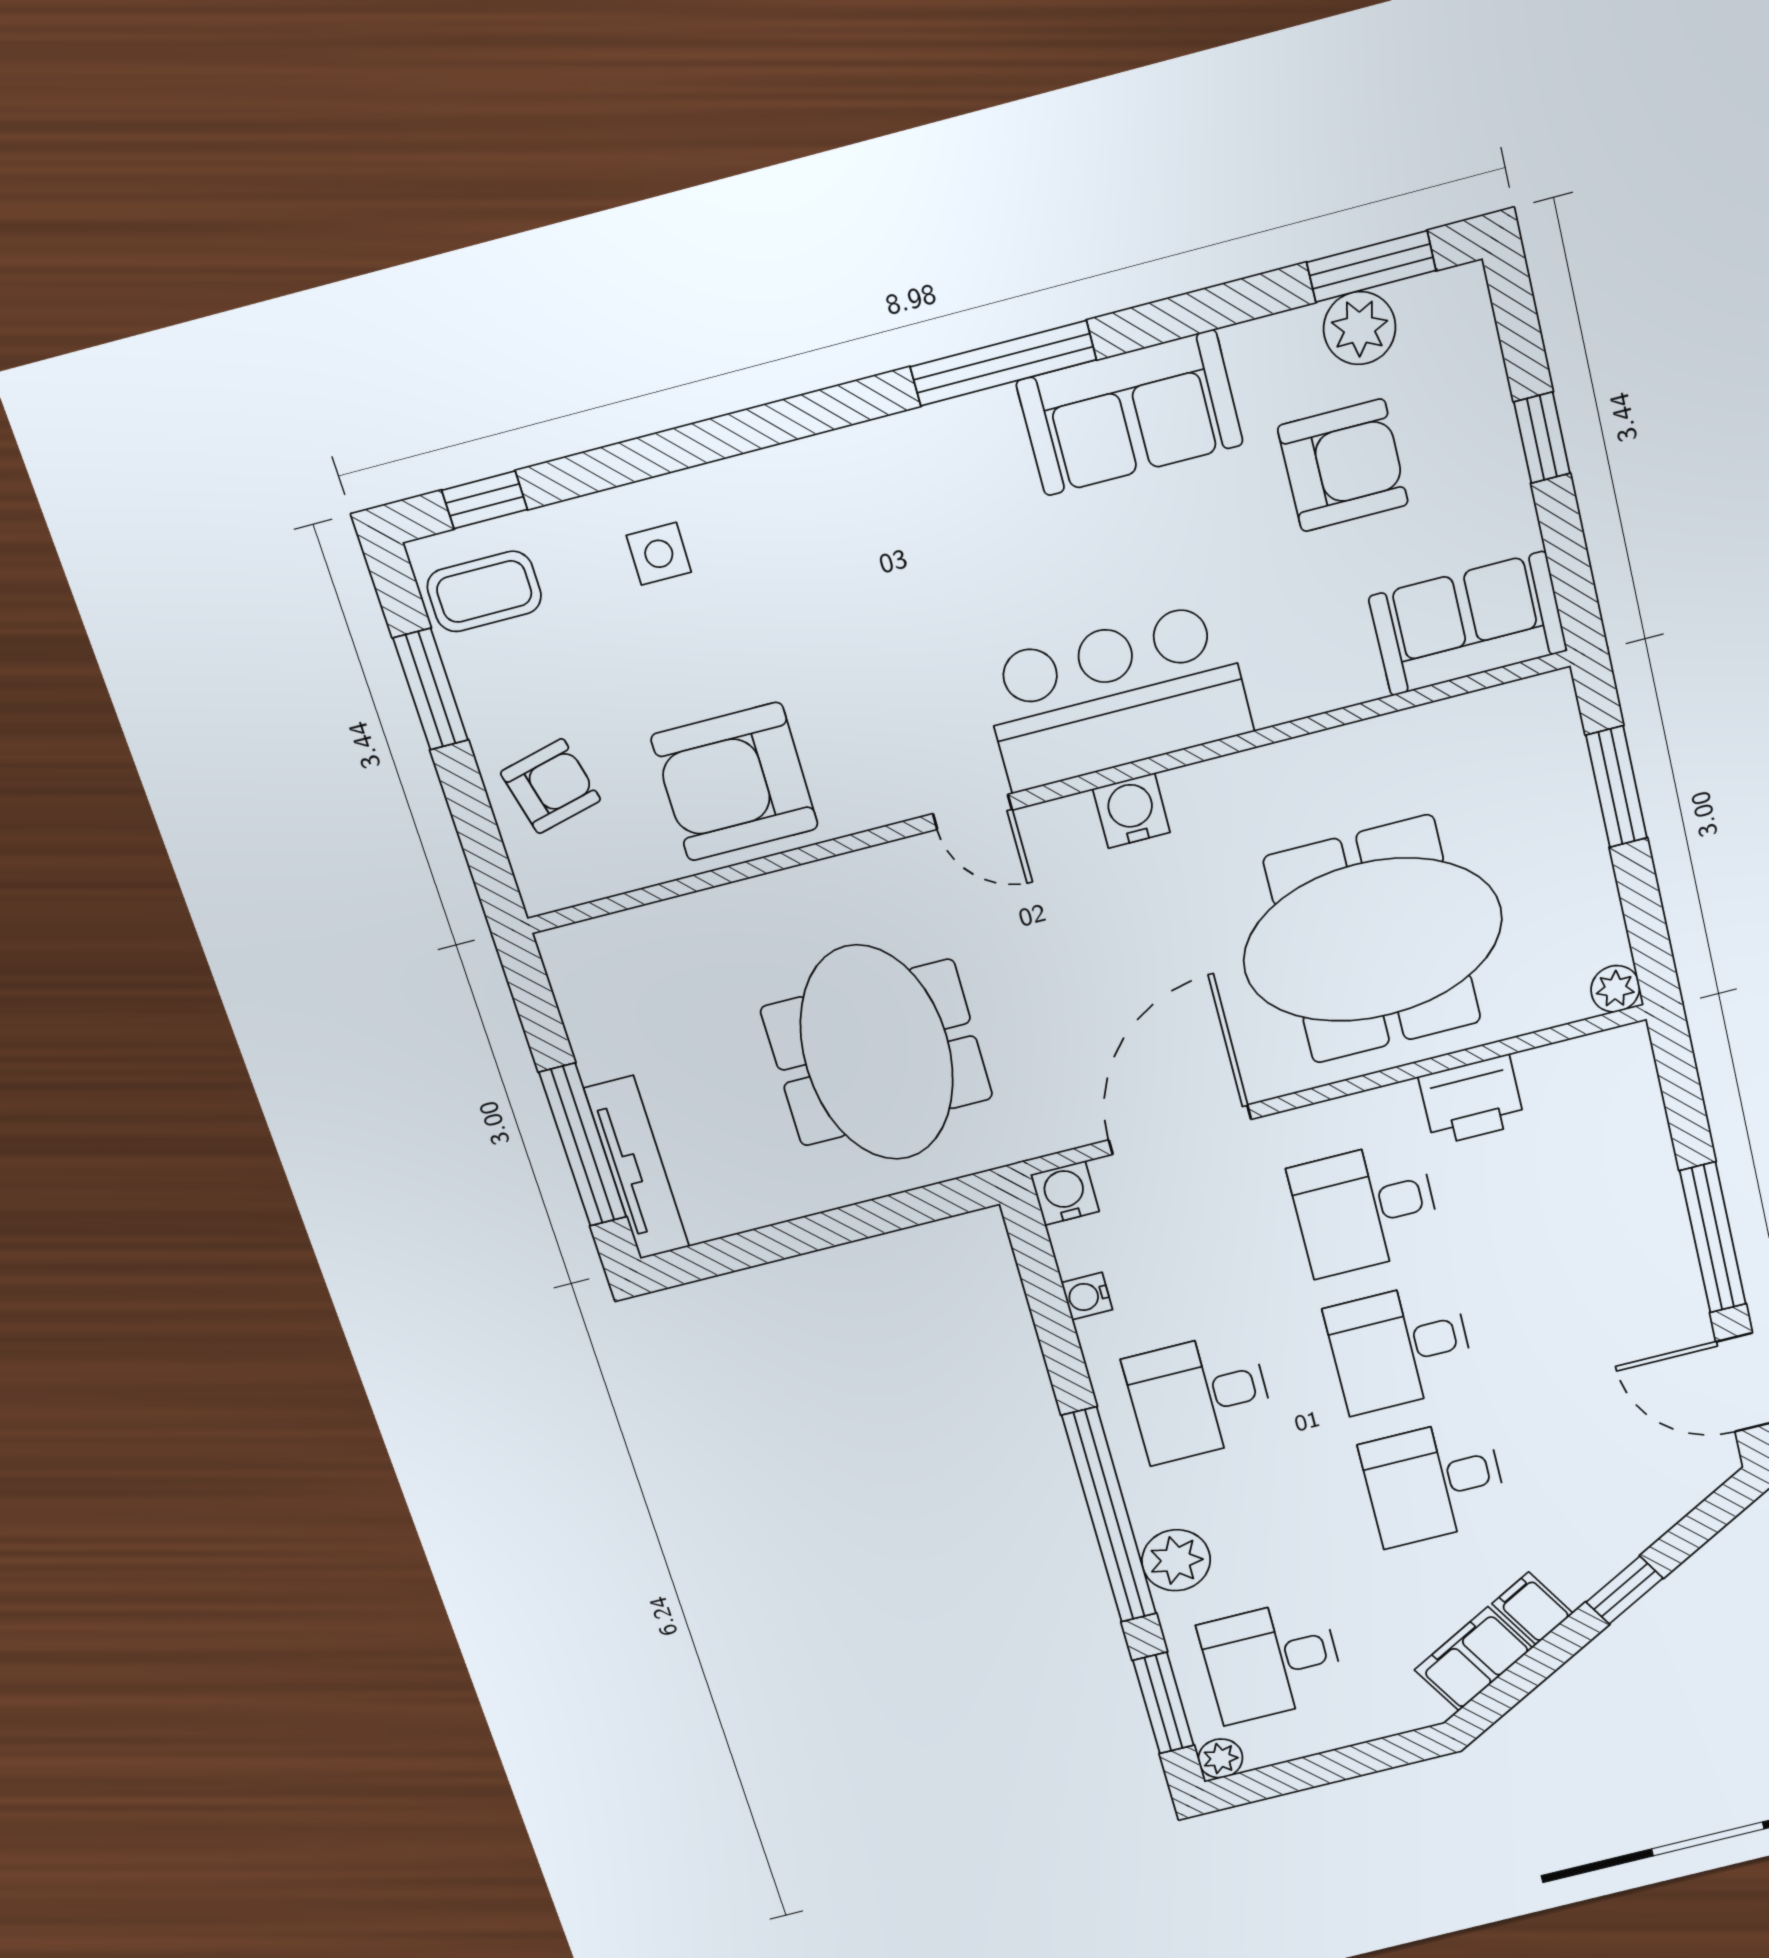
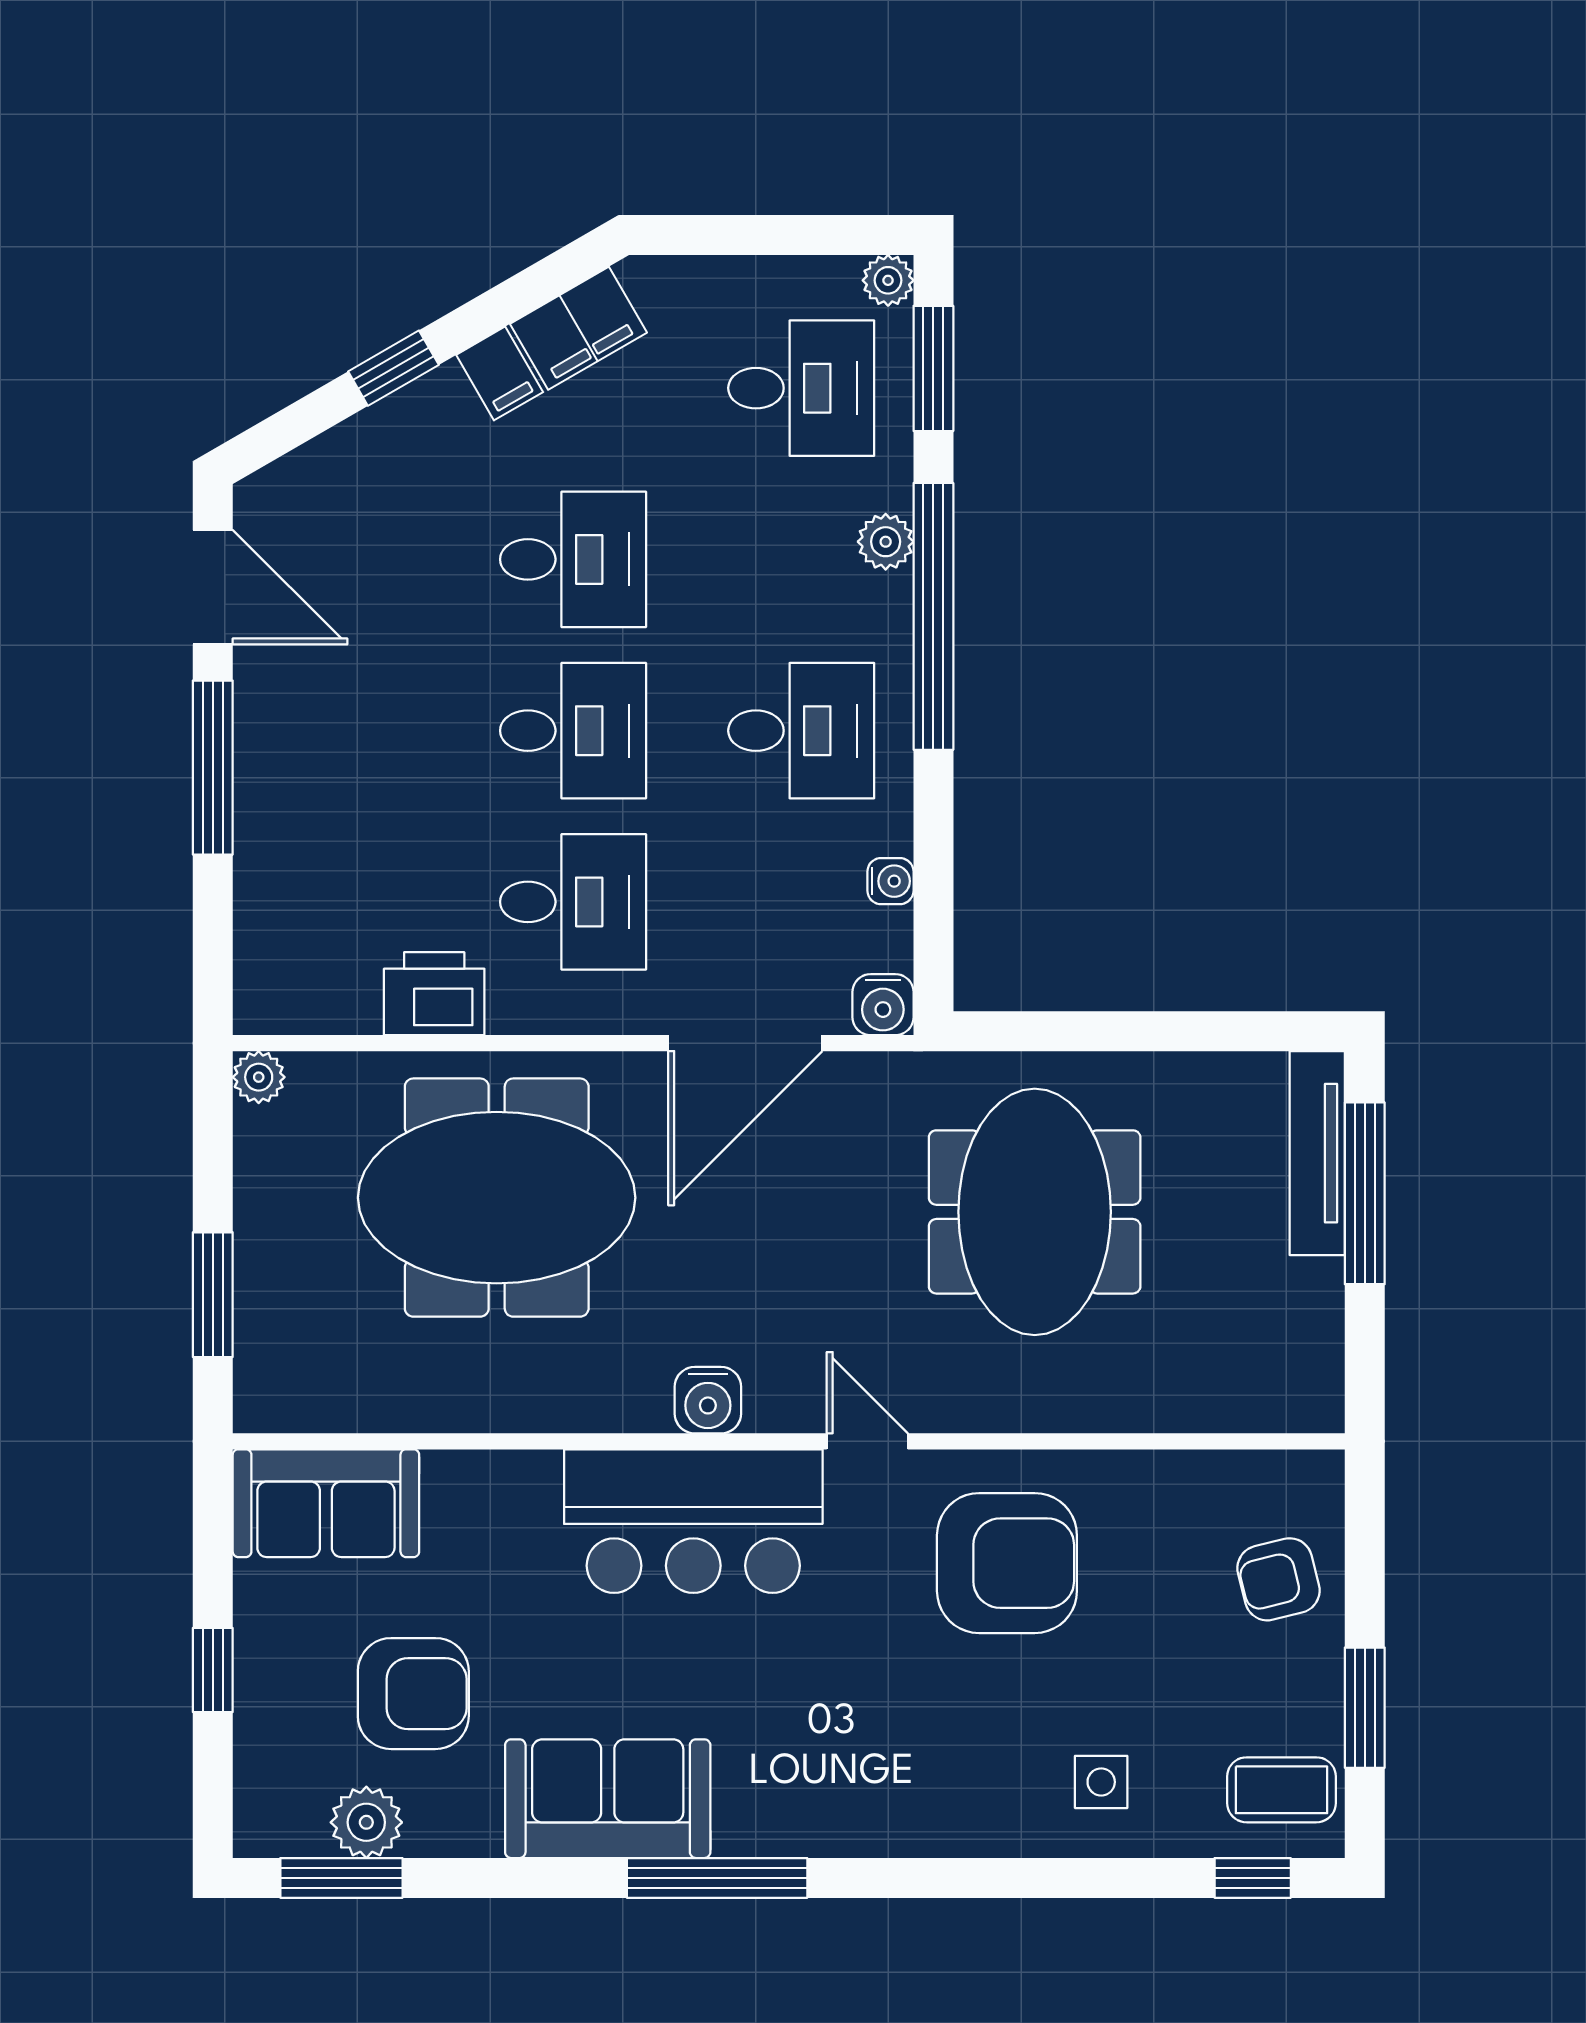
armchair: (1343, 465) -> (413, 1694), turned 180
armchair: (735, 782) -> (1007, 1563), moved
plant: (1176, 1560) -> (886, 542), width x0.73, depth x0.73

